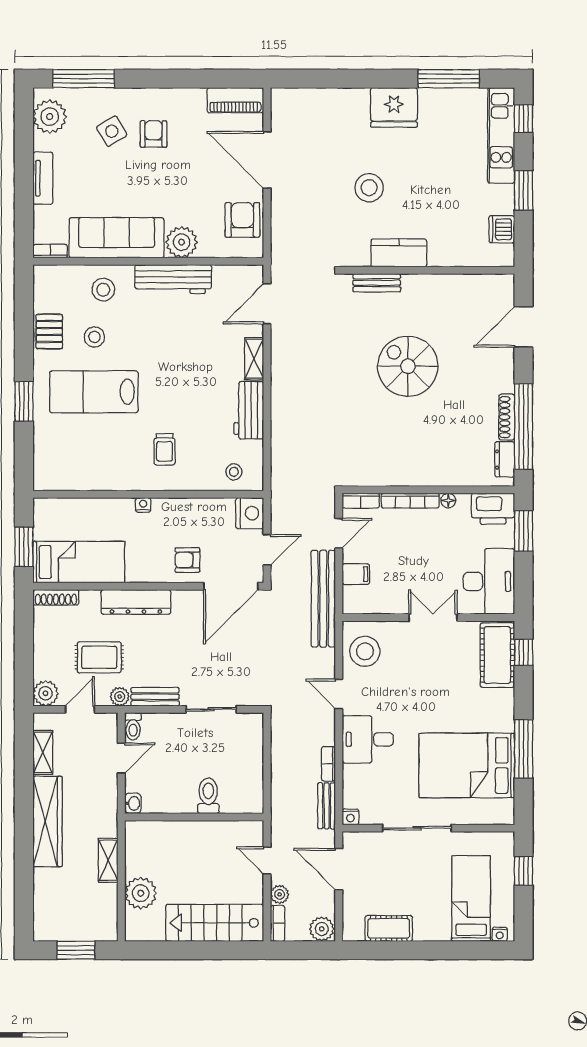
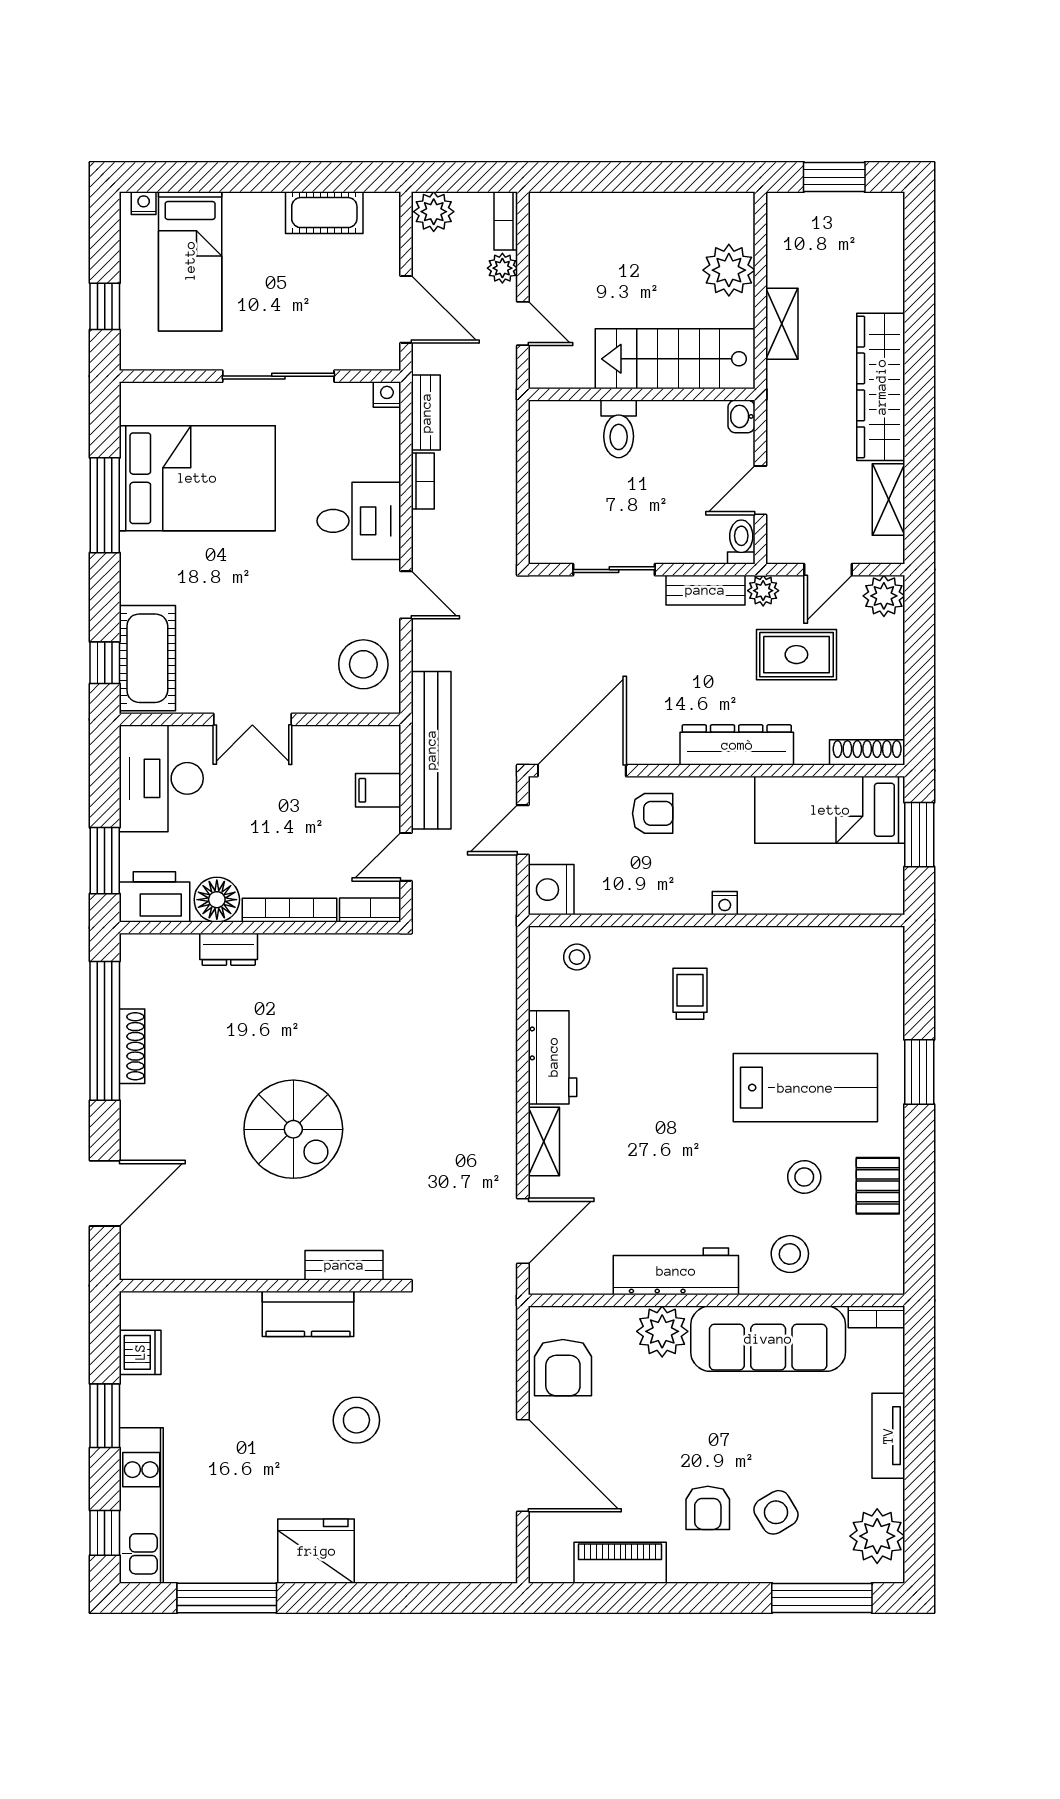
piano: (235, 100) -> (620, 1563), moved
dresser: (505, 459) -> (229, 949), moved, turned 90
floor lamp: (448, 501) -> (217, 900), width x1.89, depth x1.89
stairs: (215, 923) -> (675, 359), moved, turned 180

